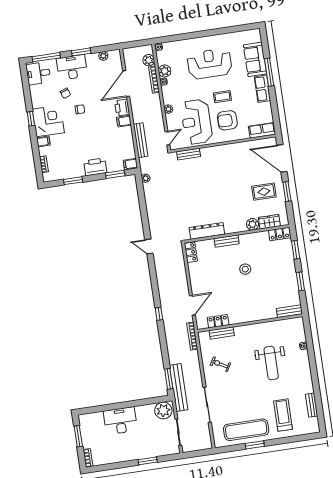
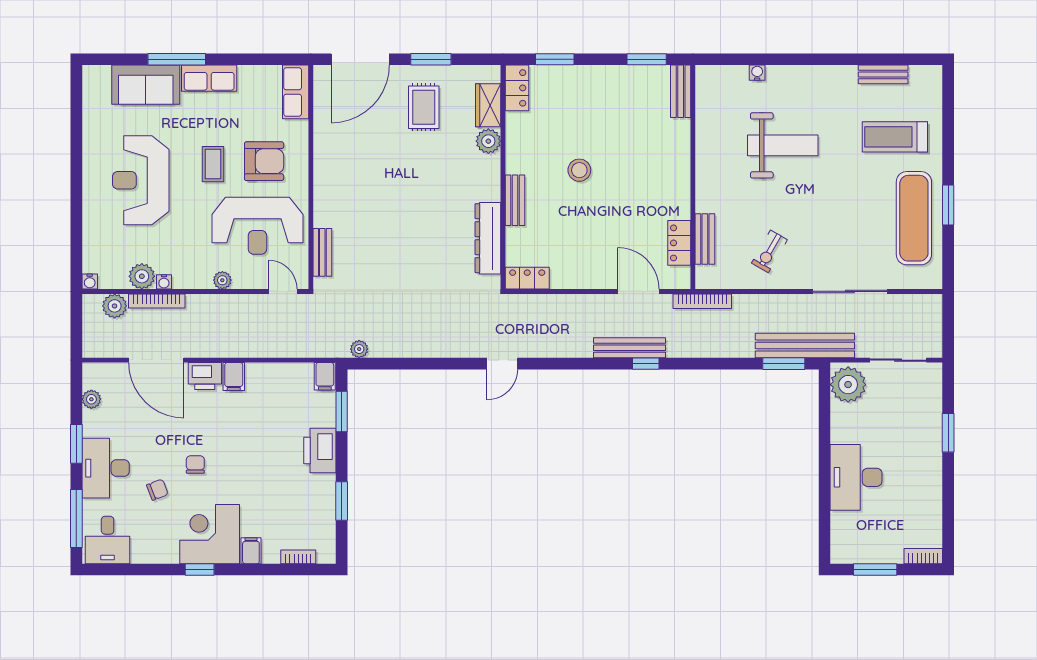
armchair: (227, 120) -> (264, 161), turned -90
bench: (141, 140) -> (630, 348), moved
window: (300, 281) -> (647, 59), moved

